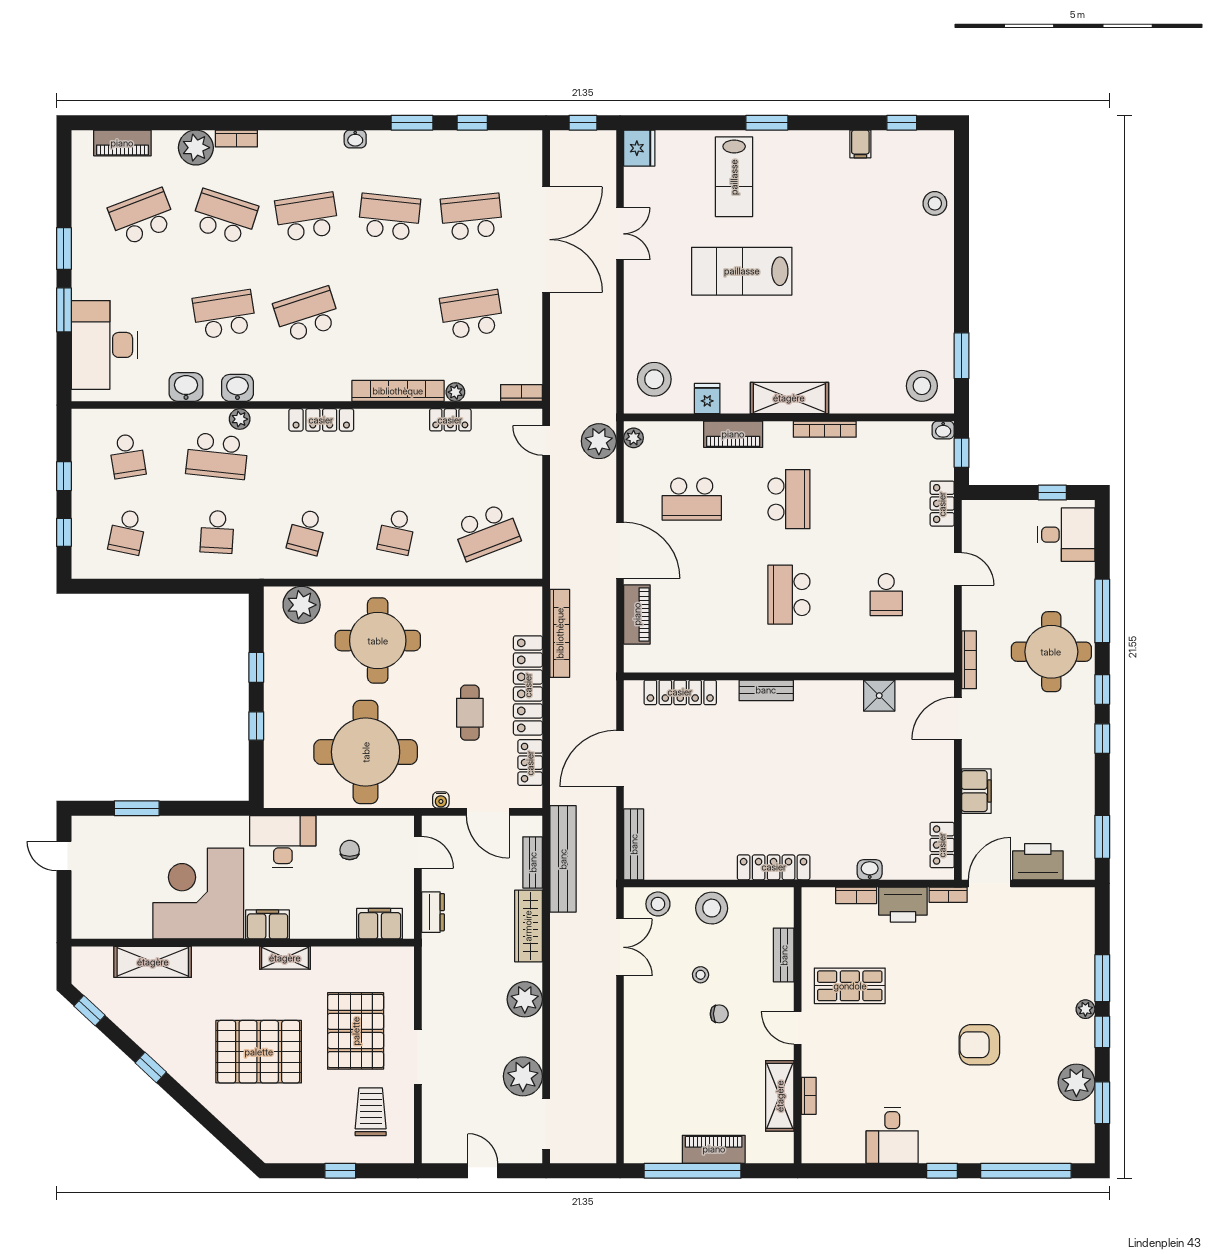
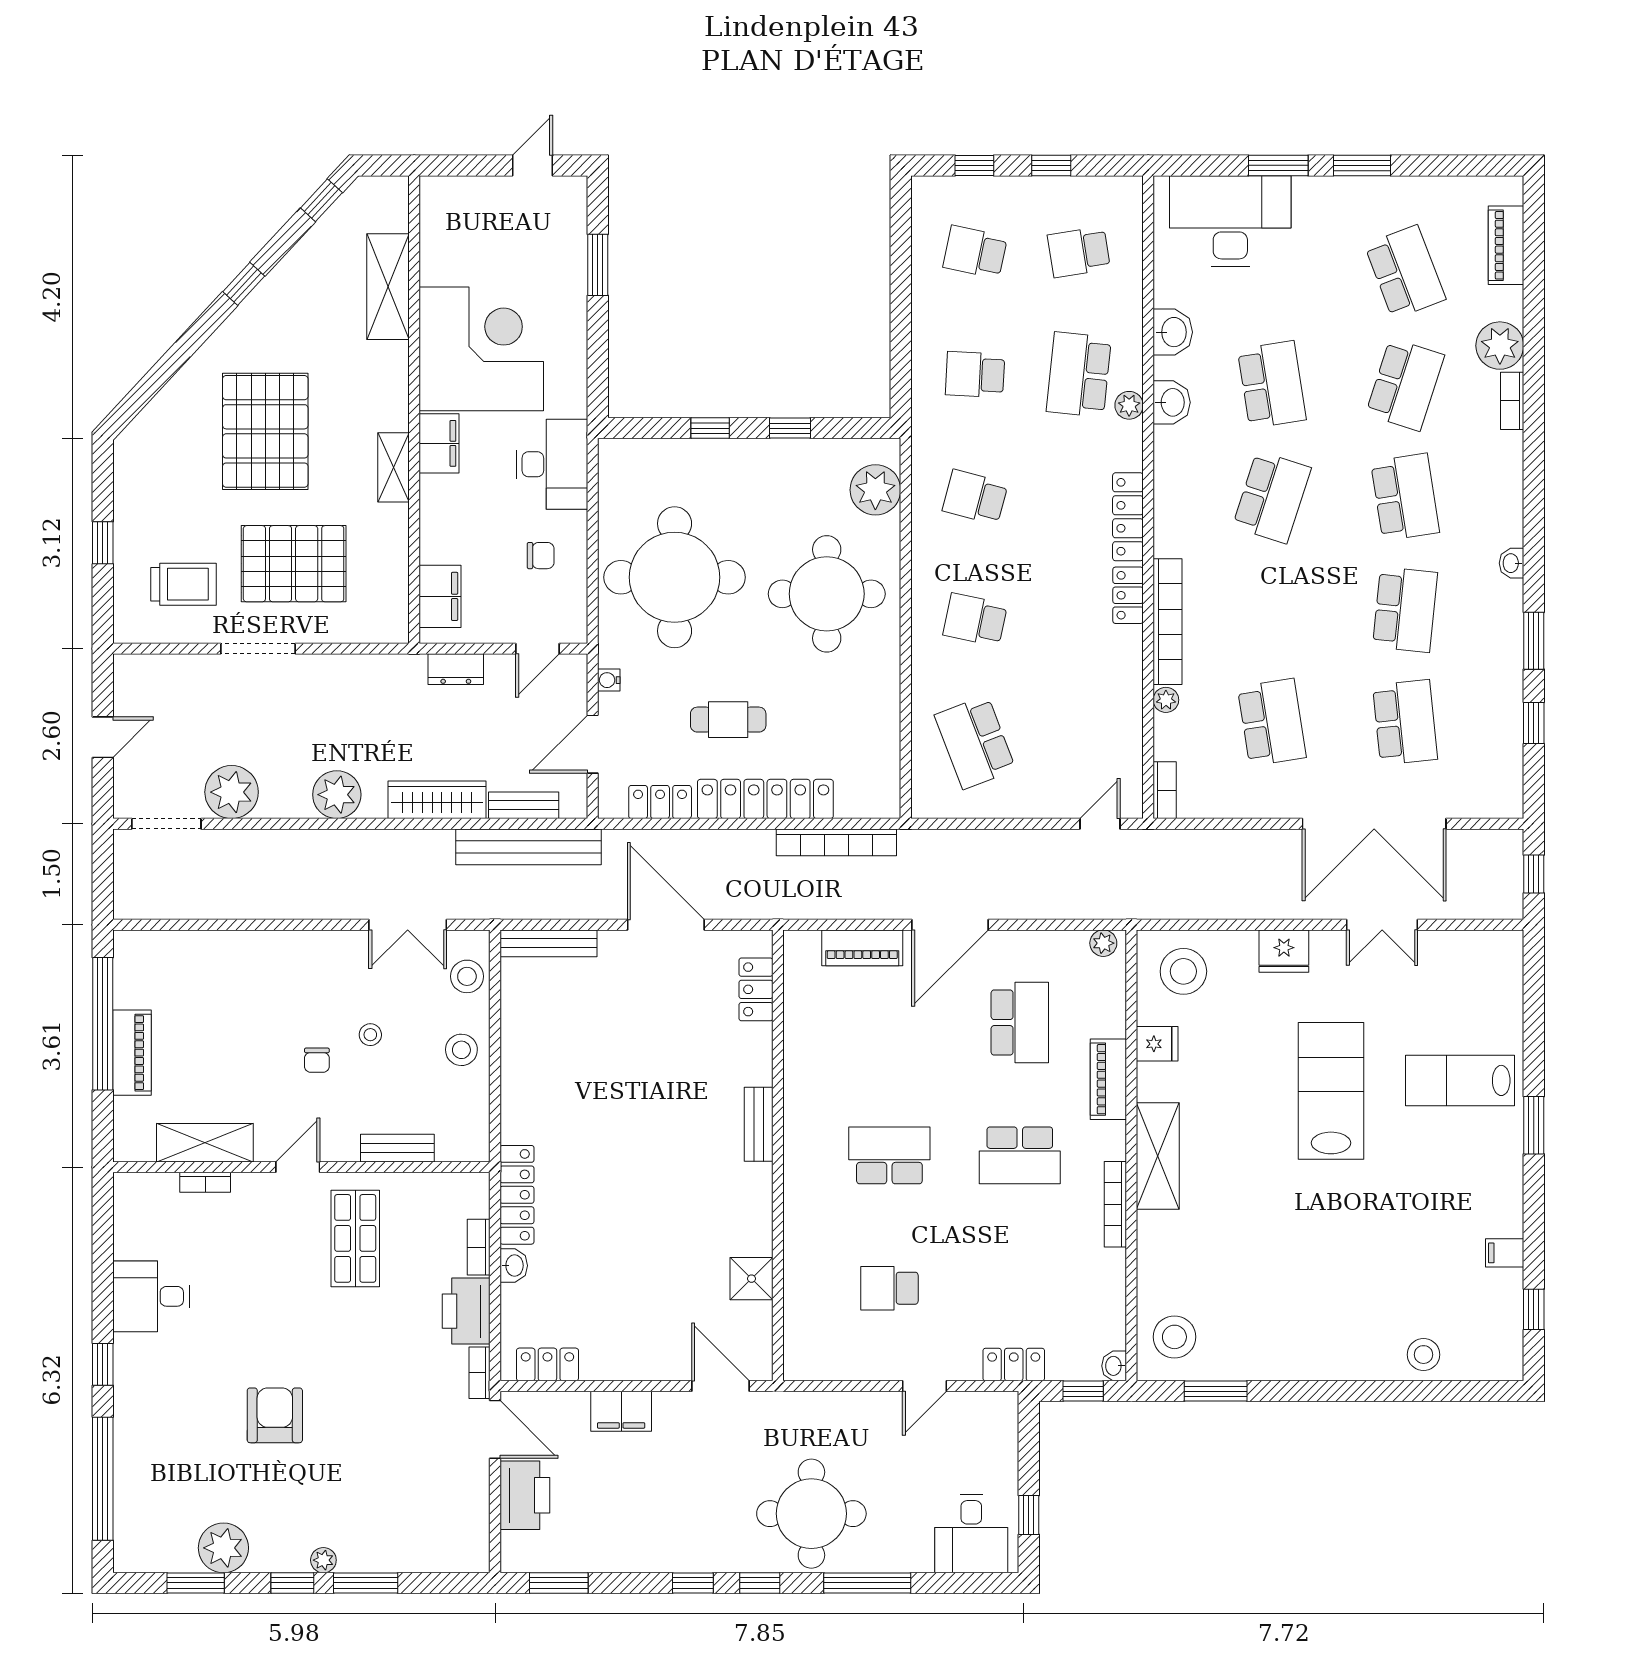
fridge: (639, 148) -> (1284, 951), moved
school desk: (307, 315) -> (1272, 497), turned 36
locker: (450, 420) -> (1128, 595), moved
plant: (599, 441) -> (1099, 896), removed
school desk: (692, 499) -> (1020, 1023), turned 180
bookcase: (969, 660) -> (800, 1401), removed
locker: (680, 692) -> (756, 989), width x0.66
locker: (774, 867) -> (517, 1195), moved
stool: (712, 908) -> (461, 1050), width x0.73, depth x0.73

